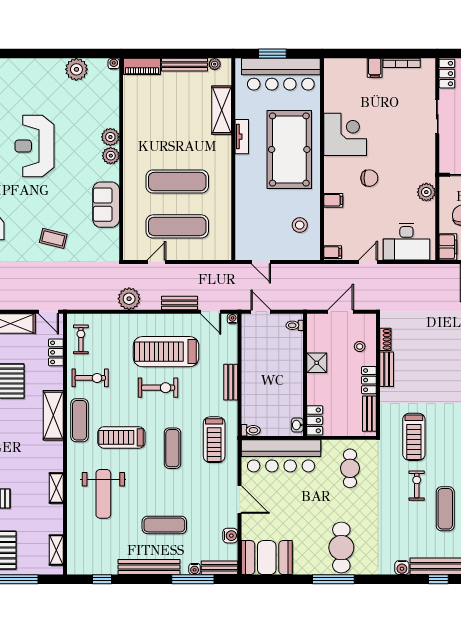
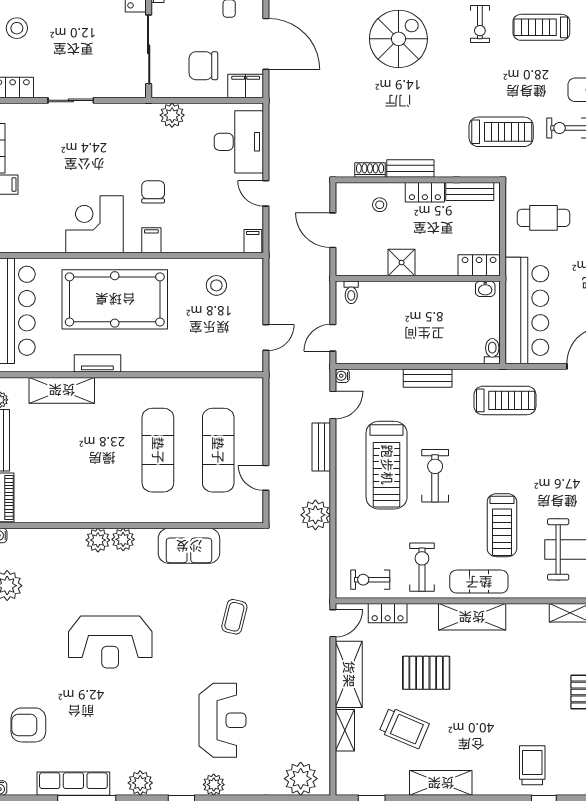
filing cabinet: (333, 200) -> (151, 240), moved
exercise mat: (172, 448) -> (516, 456), removed

